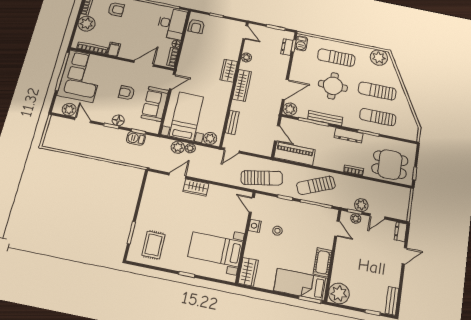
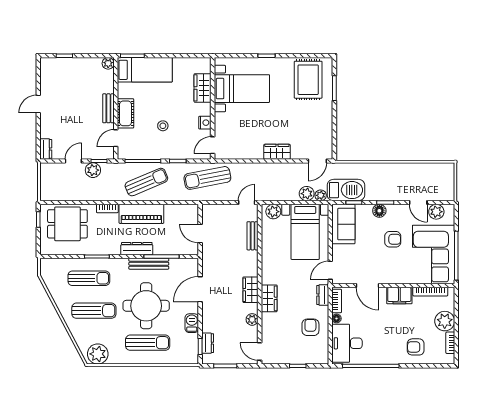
armchair: (196, 26) -> (310, 327), moved
barbecue: (301, 43) -> (192, 323), moved
filing cabinet: (114, 49) -> (399, 296), width x2.00
door: (144, 63) -> (367, 286), hinge flipped
dresser: (183, 64) -> (323, 295), added
wardrobe: (242, 85) -> (251, 290), width x0.67
round table: (333, 86) -> (146, 306), width x1.36, depth x1.36
armchair: (127, 93) -> (393, 239), moved
sofa: (155, 104) -> (343, 224), moved
plant: (290, 109) -> (191, 266), removed
dresser: (349, 135) -> (137, 249), moved
barbecue: (136, 138) -> (346, 190), width x1.88, depth x1.53
plant: (190, 148) -> (321, 195), moved
piano: (295, 154) -> (141, 214), moved
door: (177, 176) -> (317, 161), moved
door: (252, 205) -> (213, 145), swing flipped
plant: (356, 218) -> (97, 154), removed
door: (337, 229) -> (116, 138), hinge flipped
stool: (277, 231) -> (163, 126), moved
rug: (153, 245) -> (308, 80), width x1.36, depth x1.43
door: (404, 256) -> (38, 104), moved
cot: (323, 262) -> (125, 113), moved
wardrobe: (248, 272) -> (203, 88), moved
plant: (339, 293) -> (108, 63), width x0.53, depth x0.53
bench: (392, 301) -> (108, 108), moved

